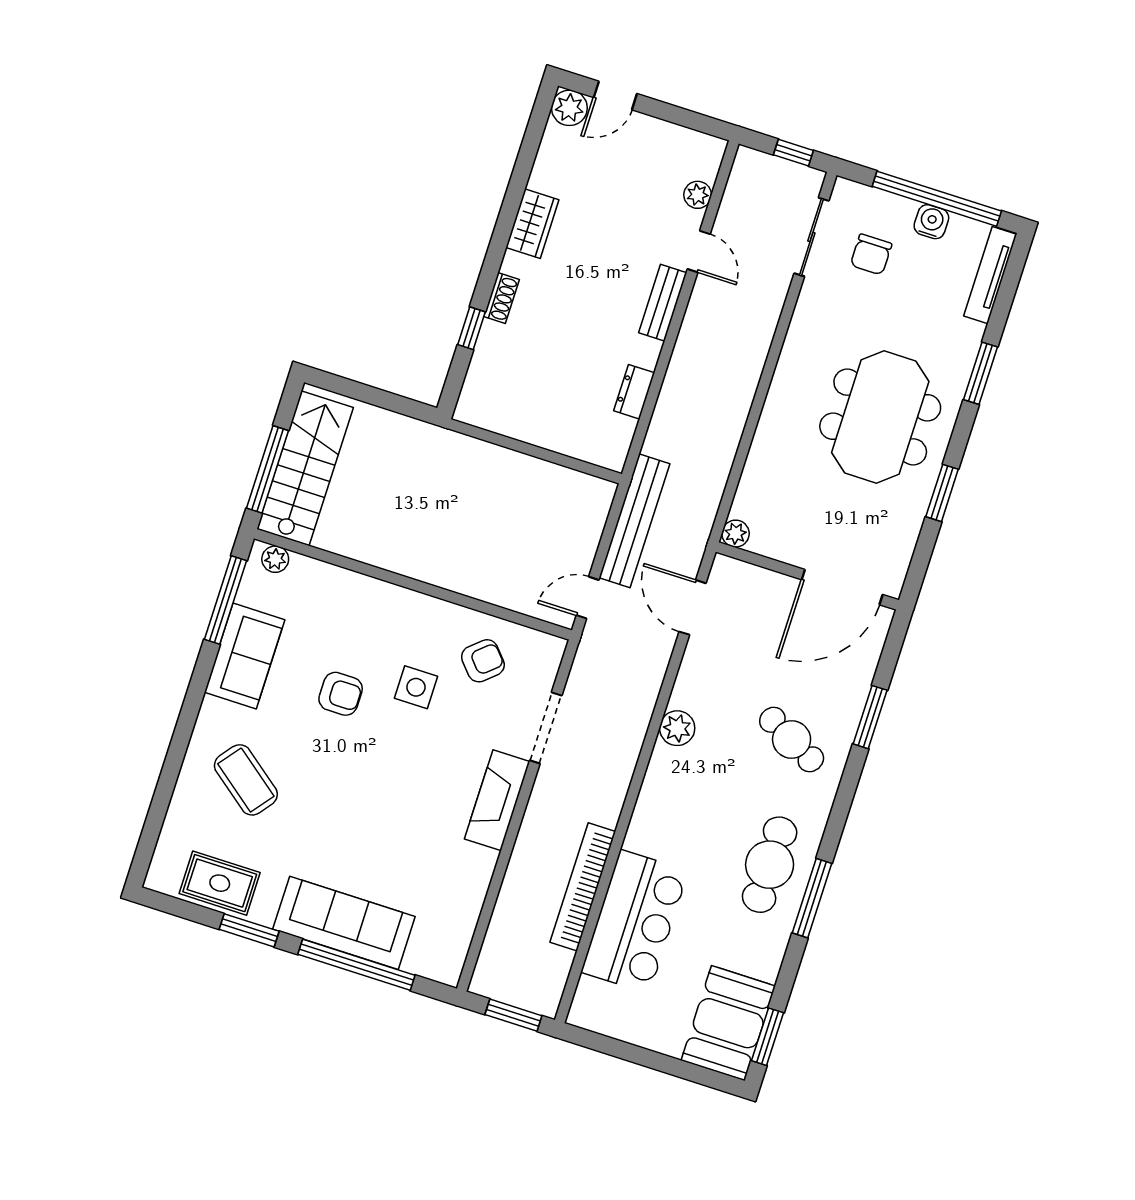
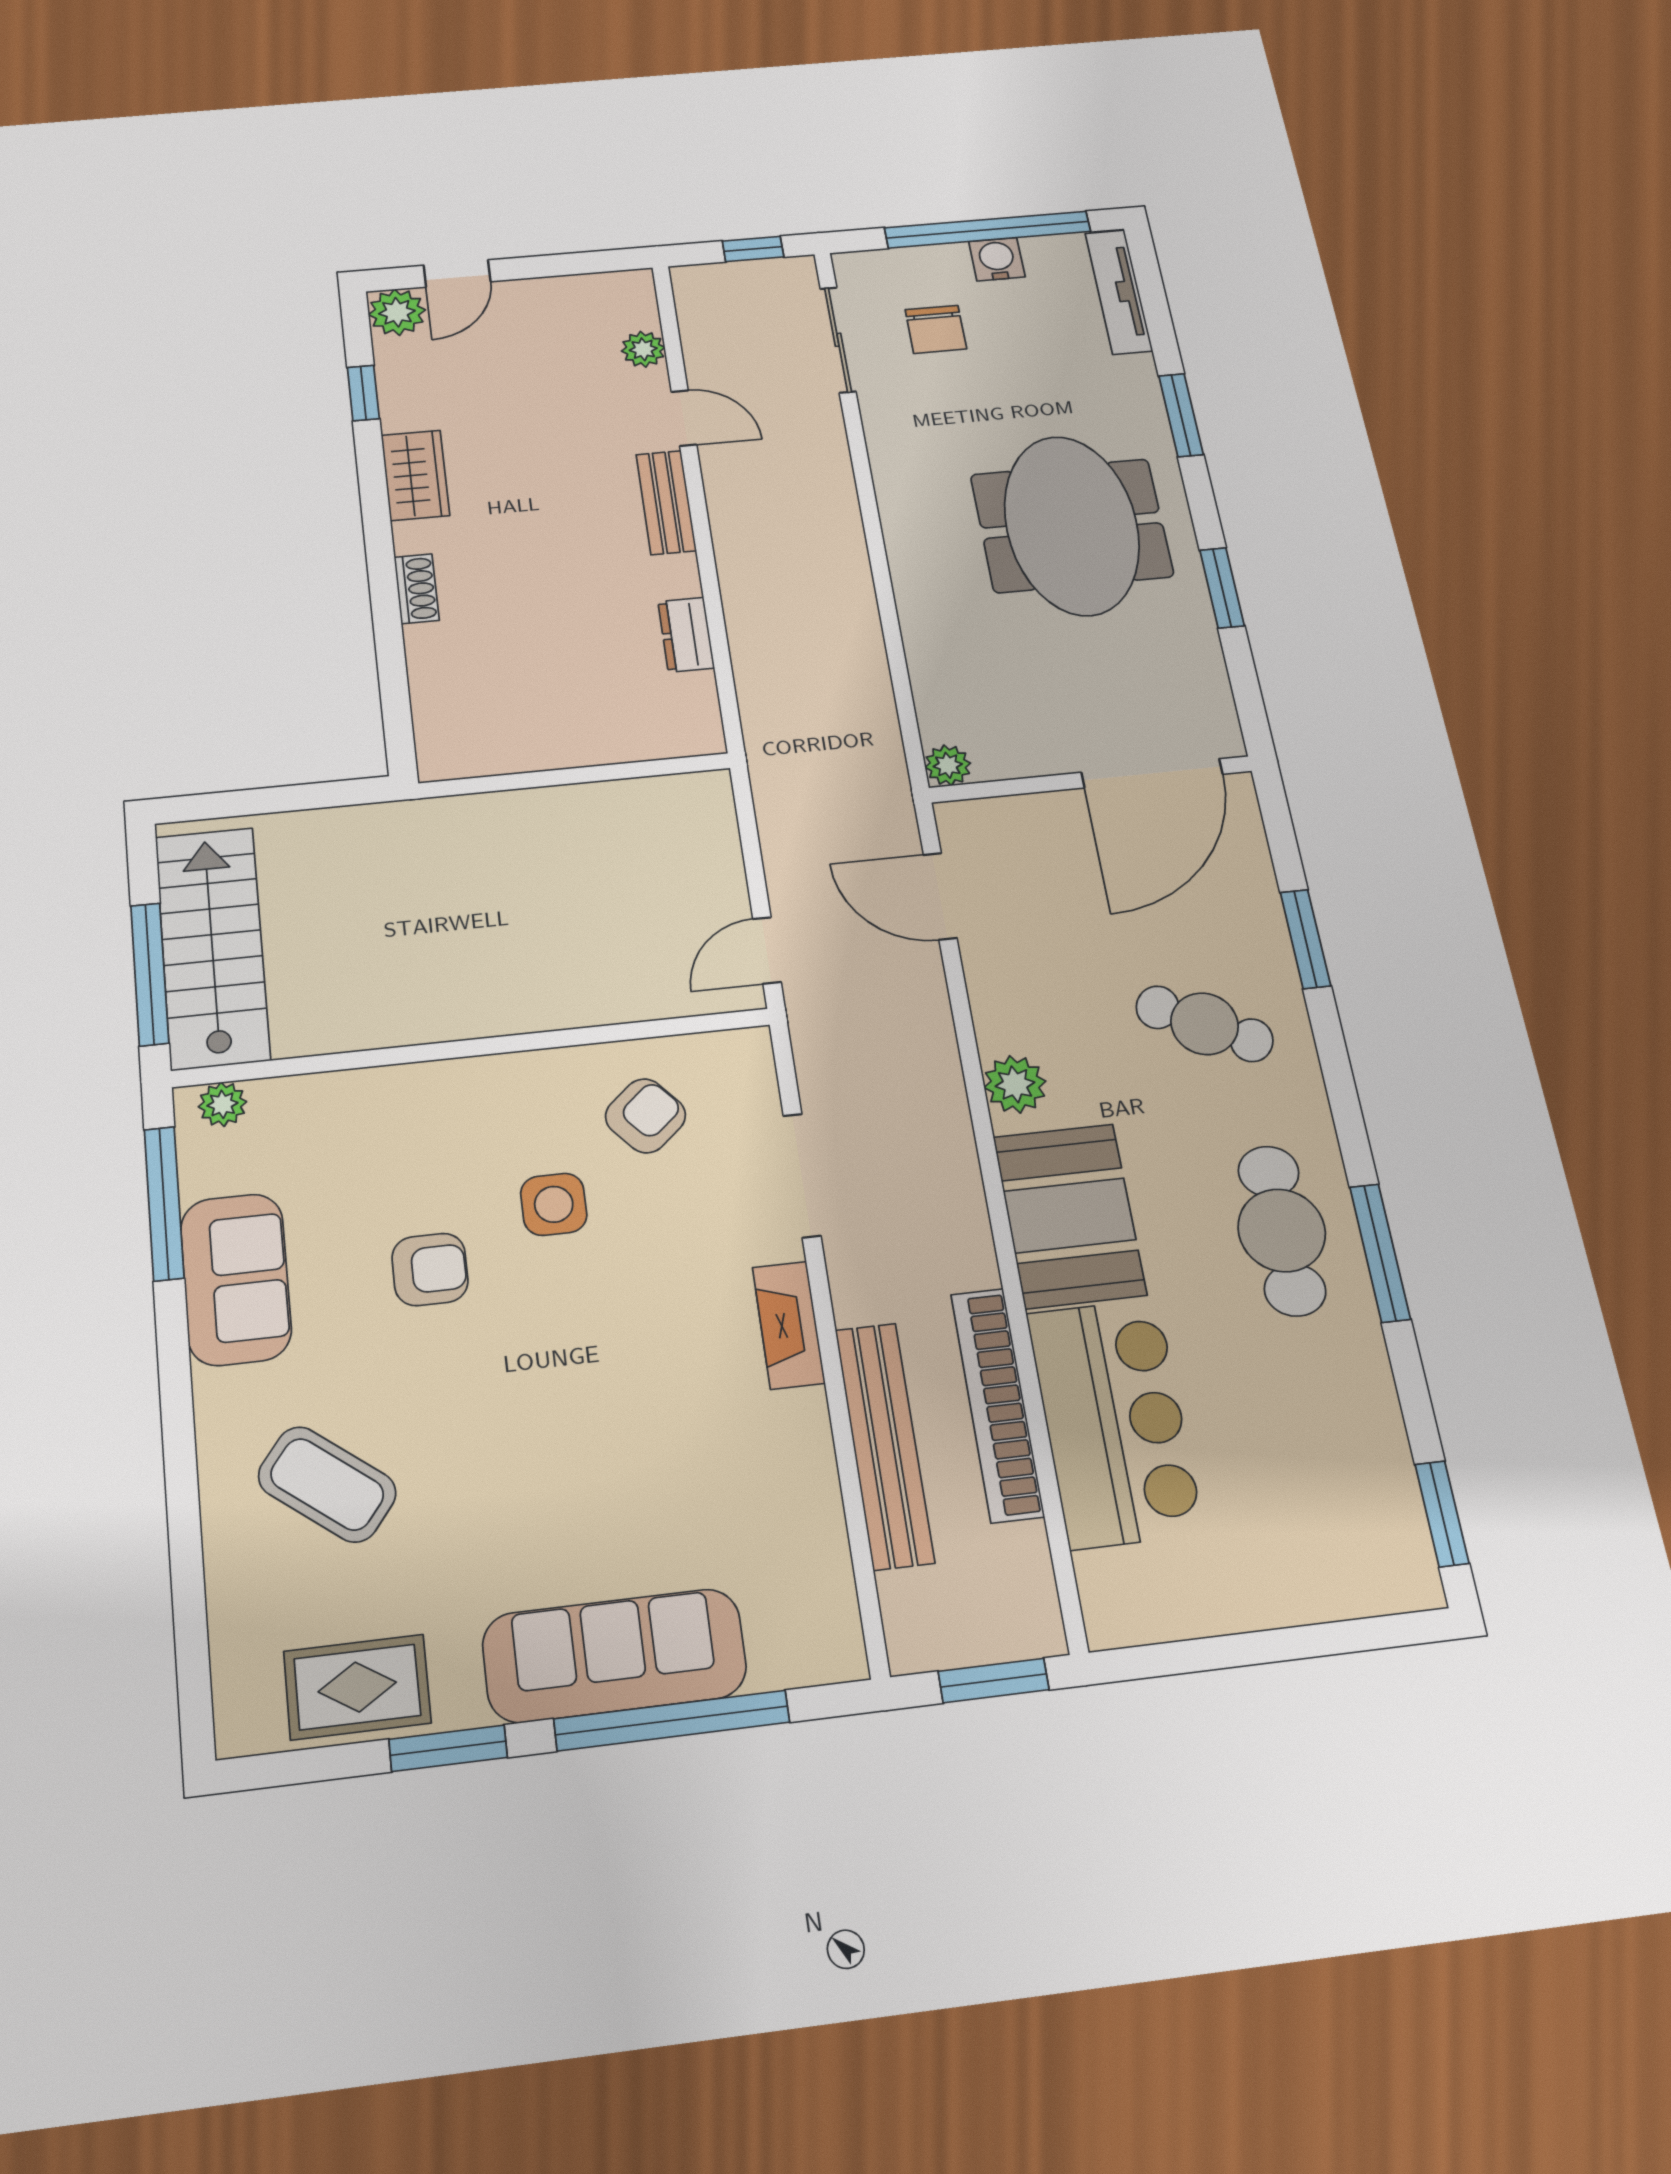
window: (471, 328) -> (363, 393), moved
bench: (634, 521) -> (884, 1445), moved
fireplace: (497, 800) -> (789, 1325), width x0.73, depth x0.76
booth: (728, 1023) -> (1069, 1215), moved

